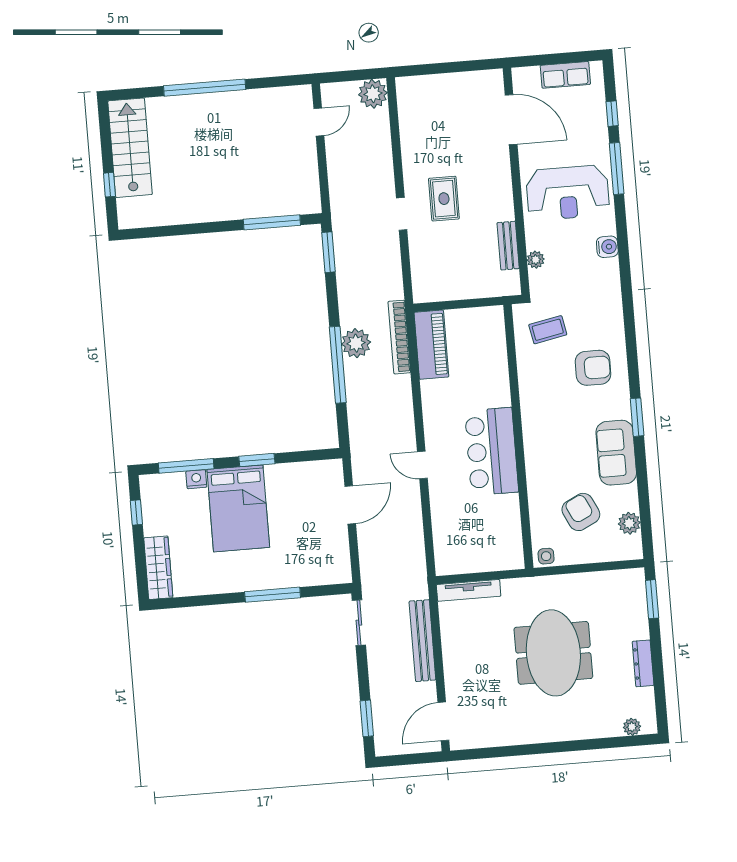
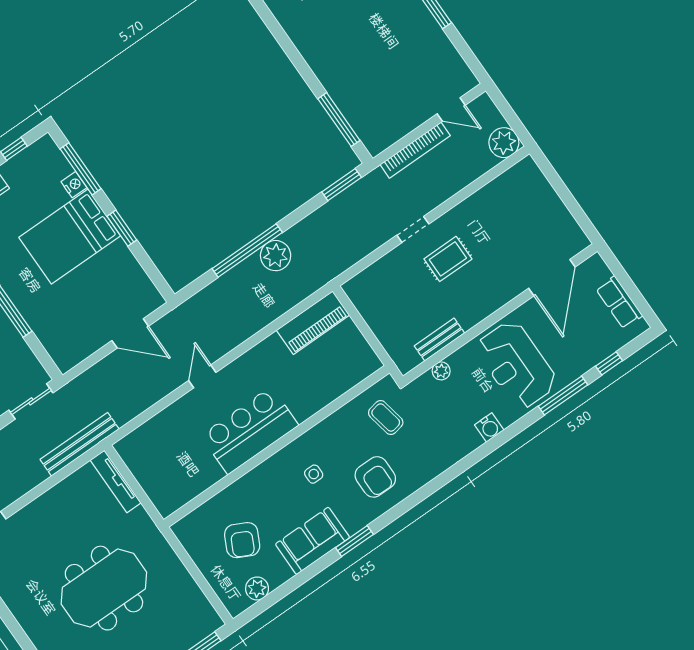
bookcase: (399, 337) -> (415, 150), moved, turned 180
armchair: (581, 512) -> (242, 540), turned 143
side table: (546, 556) -> (314, 474), moved
bench: (422, 641) -> (80, 444), moved

